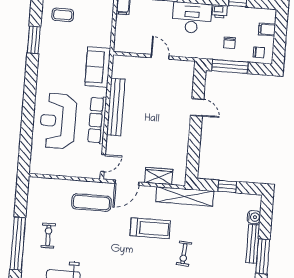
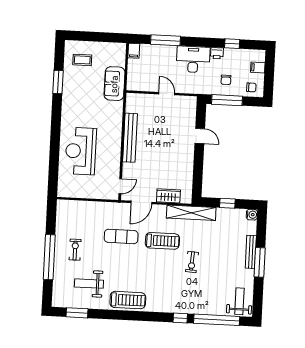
sofa: (98, 67) -> (114, 84), moved
row of seats: (97, 120) -> (114, 149), removed
exercise mat: (91, 203) -> (121, 236), moved
water cooler: (254, 217) -> (252, 215), moved

